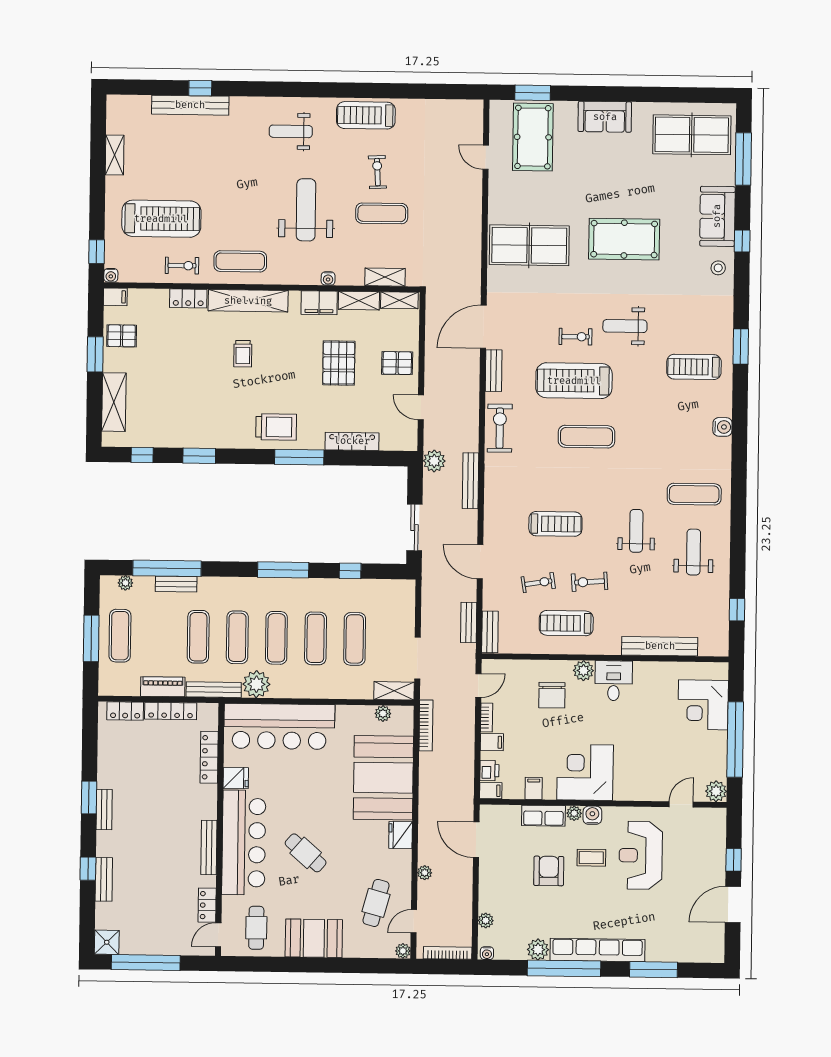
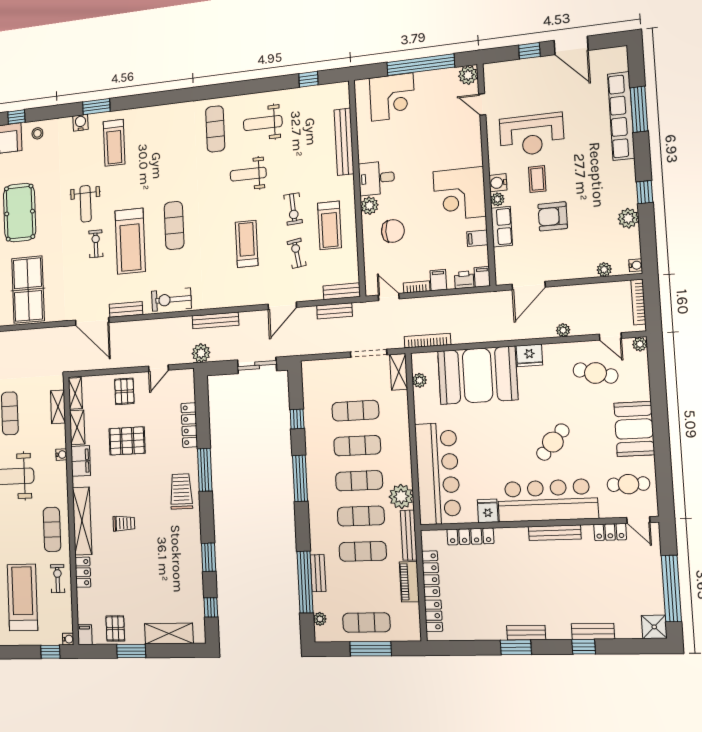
water cooler: (722, 427) -> (80, 123), moved
row of seats: (598, 950) -> (621, 116), moved
window: (564, 968) -> (645, 192), width x0.32

